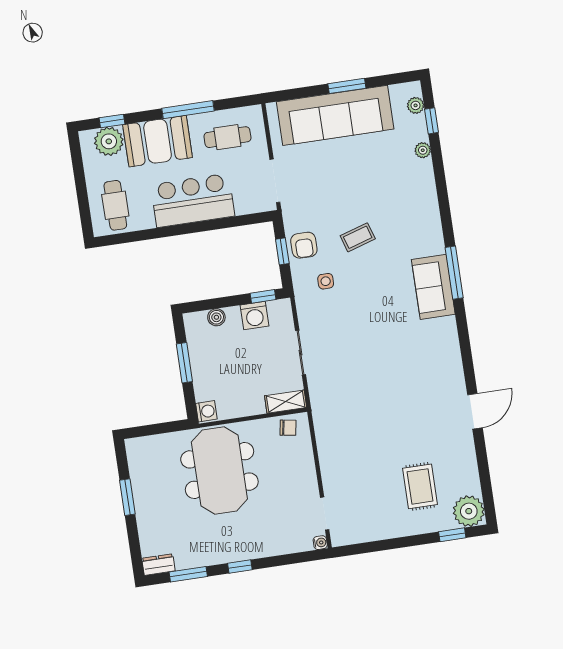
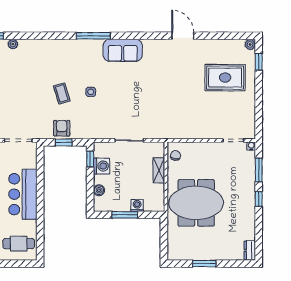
armchair: (304, 245) -> (62, 128), turned -90
side table: (326, 281) -> (91, 92), moved
sofa: (433, 287) -> (123, 50), moved
shelving: (286, 402) -> (159, 170), moved
washing machine: (206, 411) -> (137, 205), moved
rug: (420, 486) -> (225, 78), width x1.36, depth x1.43
plant: (469, 511) -> (250, 44), width x0.53, depth x0.53
window: (188, 574) -> (259, 170), moved

